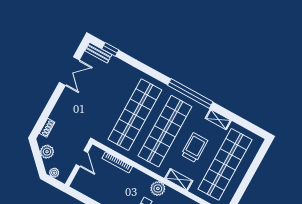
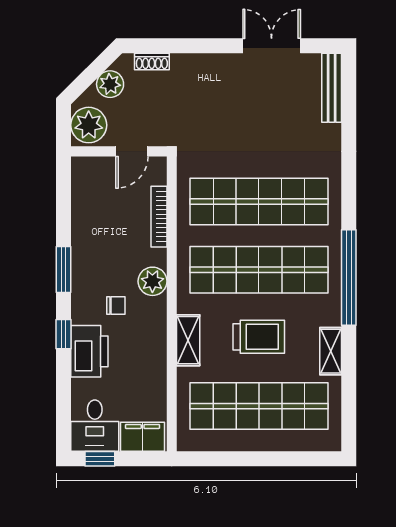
window: (110, 49) -> (349, 96), removed
bench: (98, 53) -> (332, 88), width x1.36
double door: (69, 71) -> (272, 46), swing flipped
plant: (54, 173) -> (89, 125), width x1.87, depth x1.87
plant: (158, 188) -> (152, 281), moved

